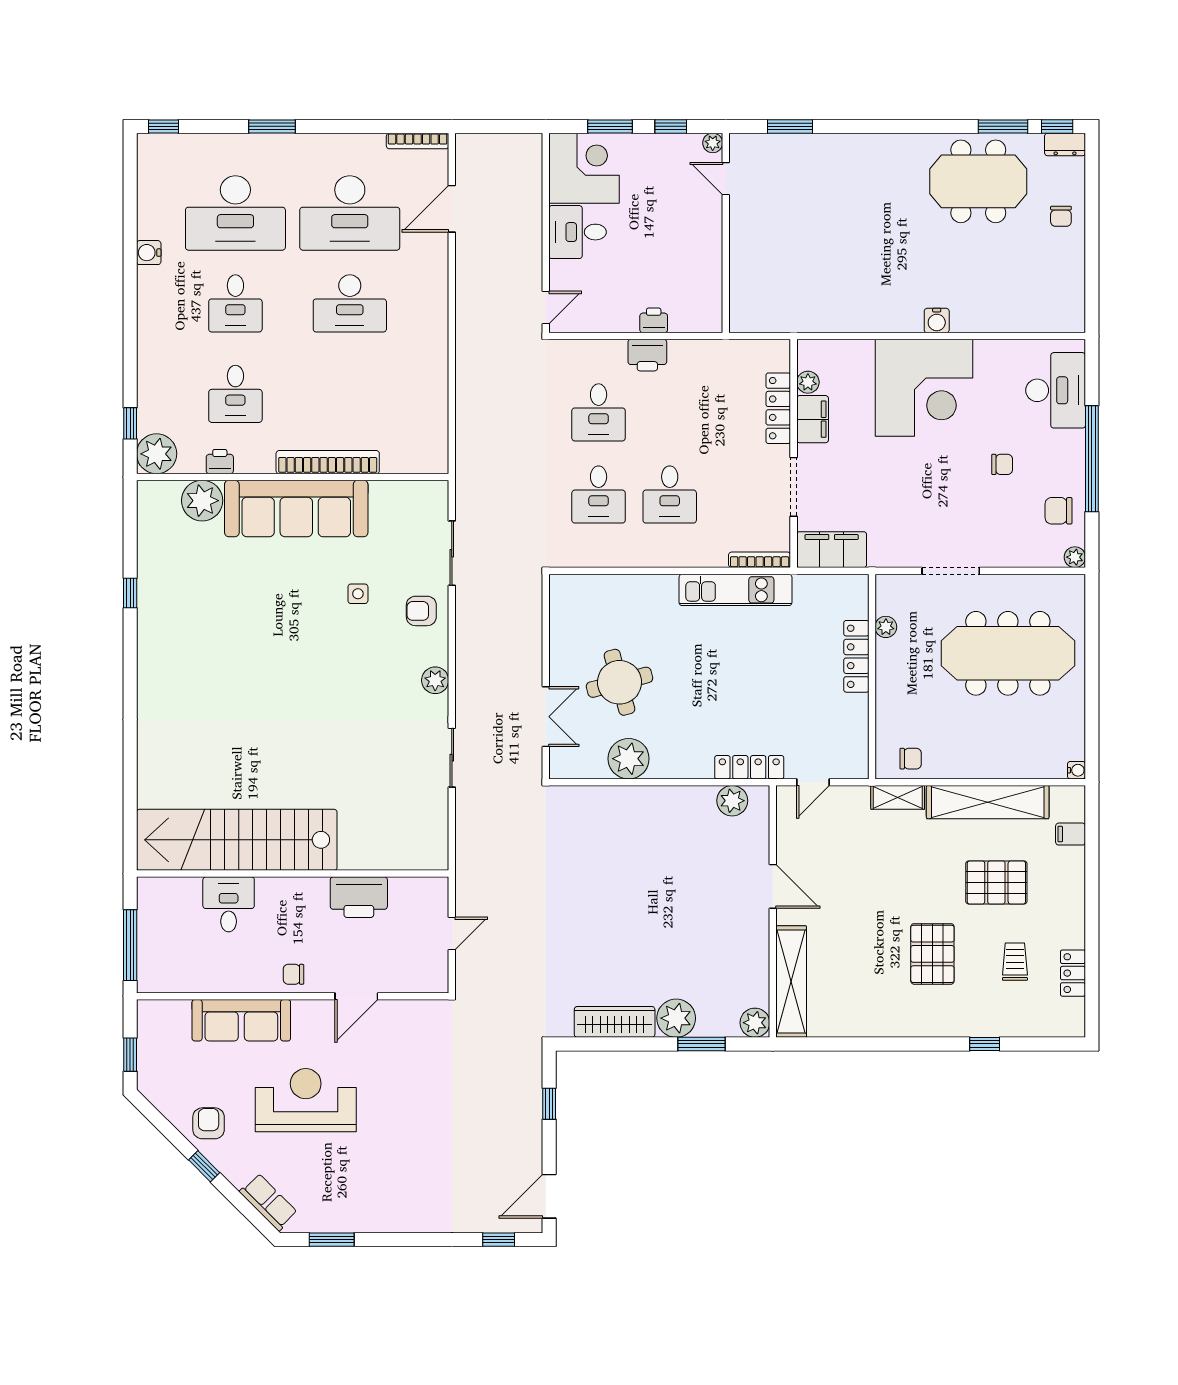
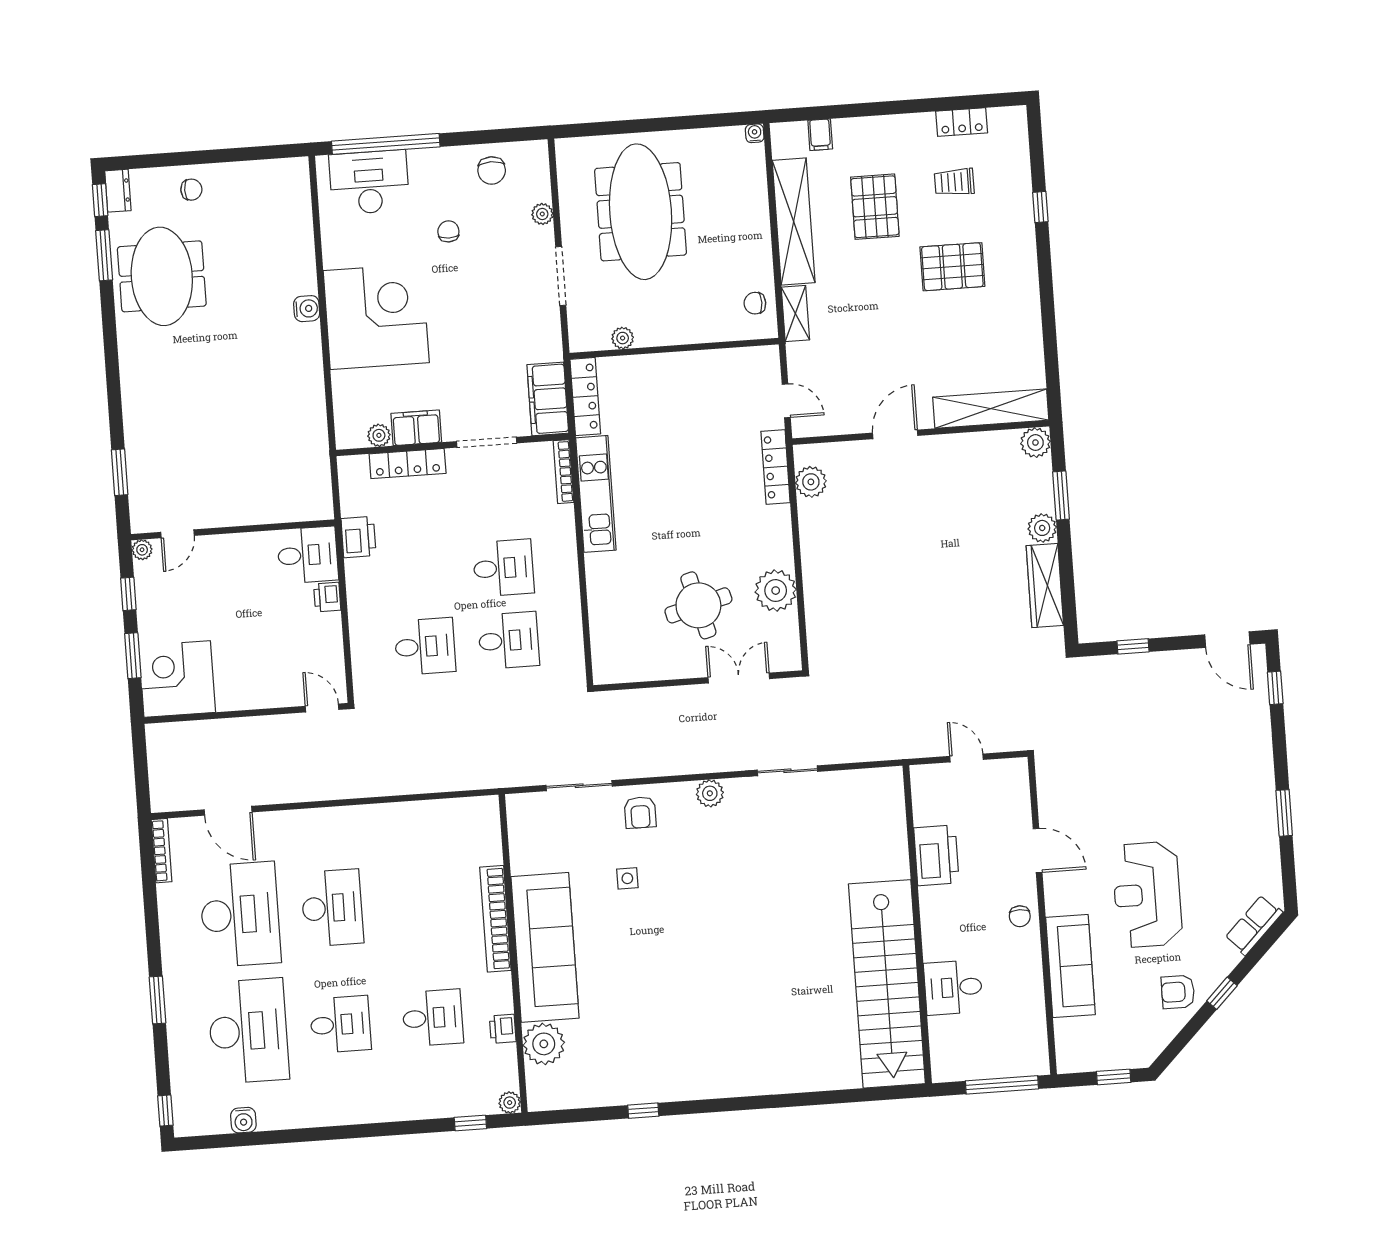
desk: (578, 232) -> (308, 555), moved, turned -90
water cooler: (149, 253) -> (243, 1120), moved
printer: (647, 355) -> (358, 537), moved
plant: (157, 454) -> (510, 1103), width x0.53, depth x0.53
window: (1092, 459) -> (386, 144), moved
plant: (1075, 557) -> (542, 214), moved
locker: (856, 656) -> (585, 397), moved, turned -90
chair: (911, 759) -> (755, 303), turned -90
plant: (676, 1018) -> (1042, 528), width x0.73, depth x0.73
window: (332, 1240) -> (1284, 813), moved

